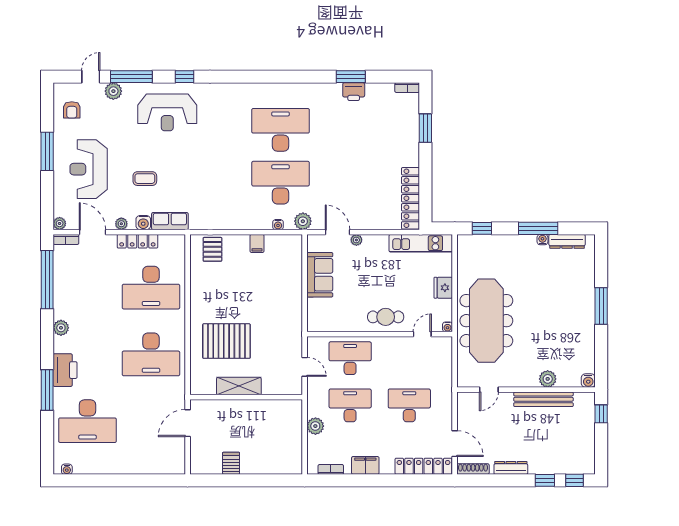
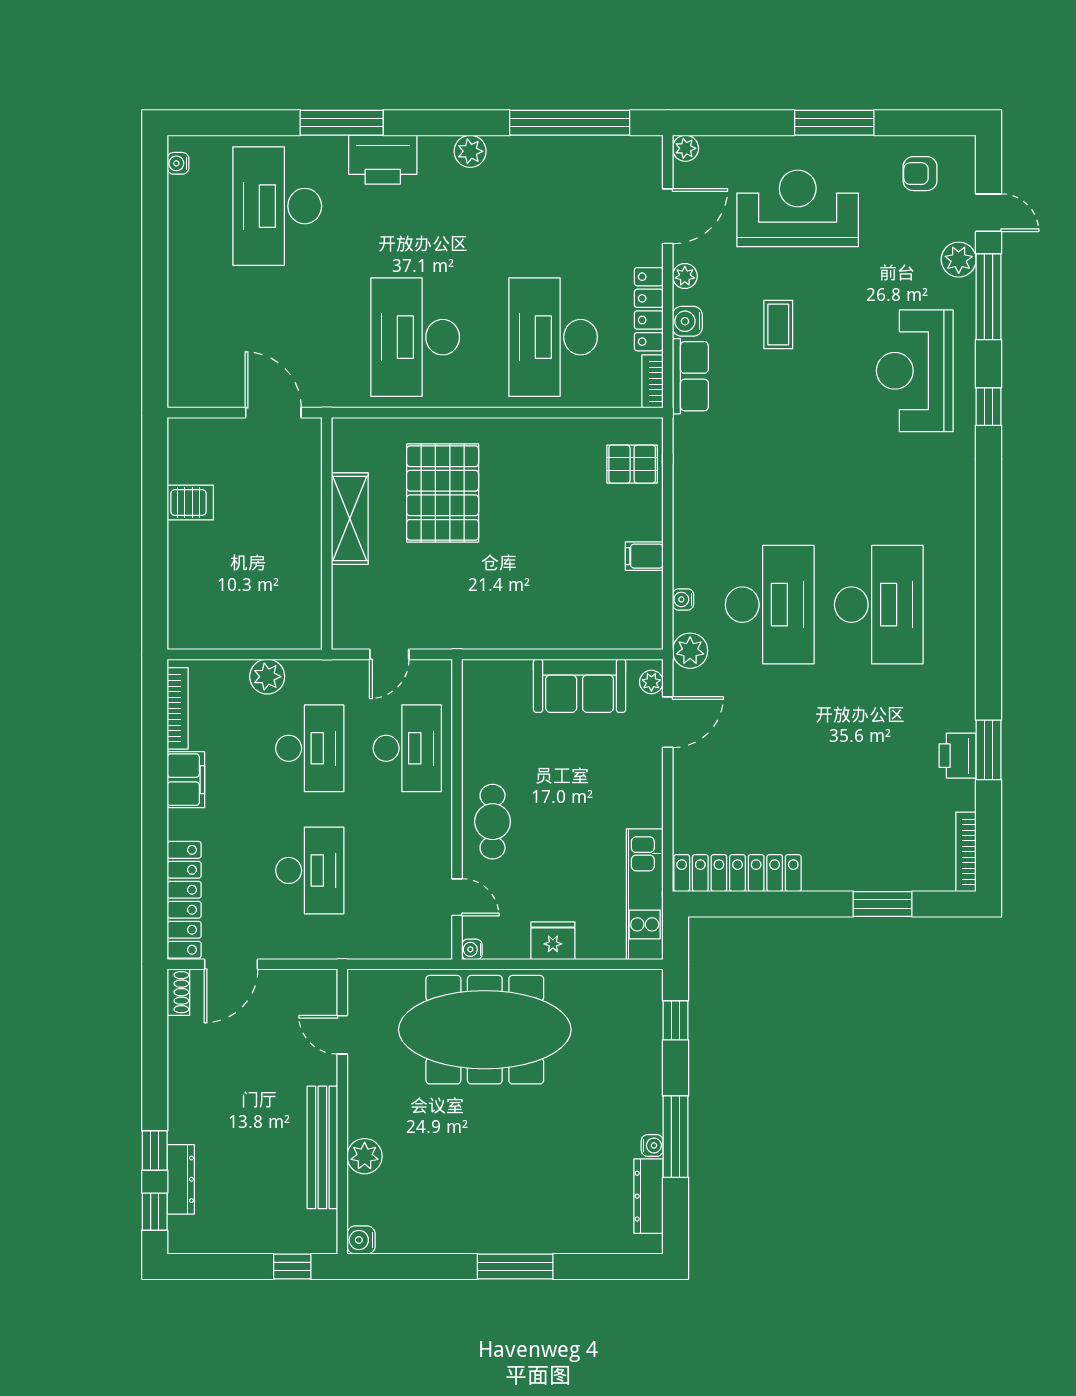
bookcase: (407, 88) -> (966, 852), width x1.56
bookcase: (66, 239) -> (653, 381), moved
plant: (356, 240) -> (651, 682), moved
dresser: (511, 468) -> (181, 1179), moved
bookcase: (331, 469) -> (178, 708), width x1.56
shoe rack: (473, 469) -> (178, 992), width x0.70

